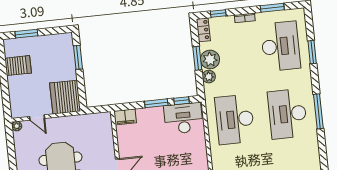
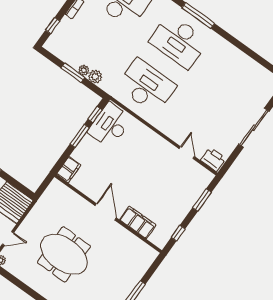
locker: (203, 30) -> (55, 49), removed
plant: (210, 59) -> (84, 70), width x0.53, depth x0.53
desk: (235, 119) -> (147, 86), turned 180

